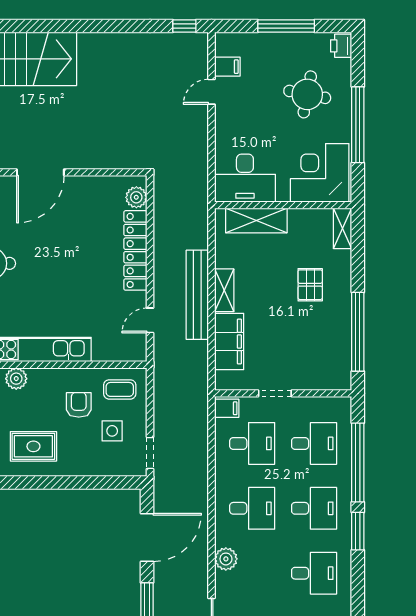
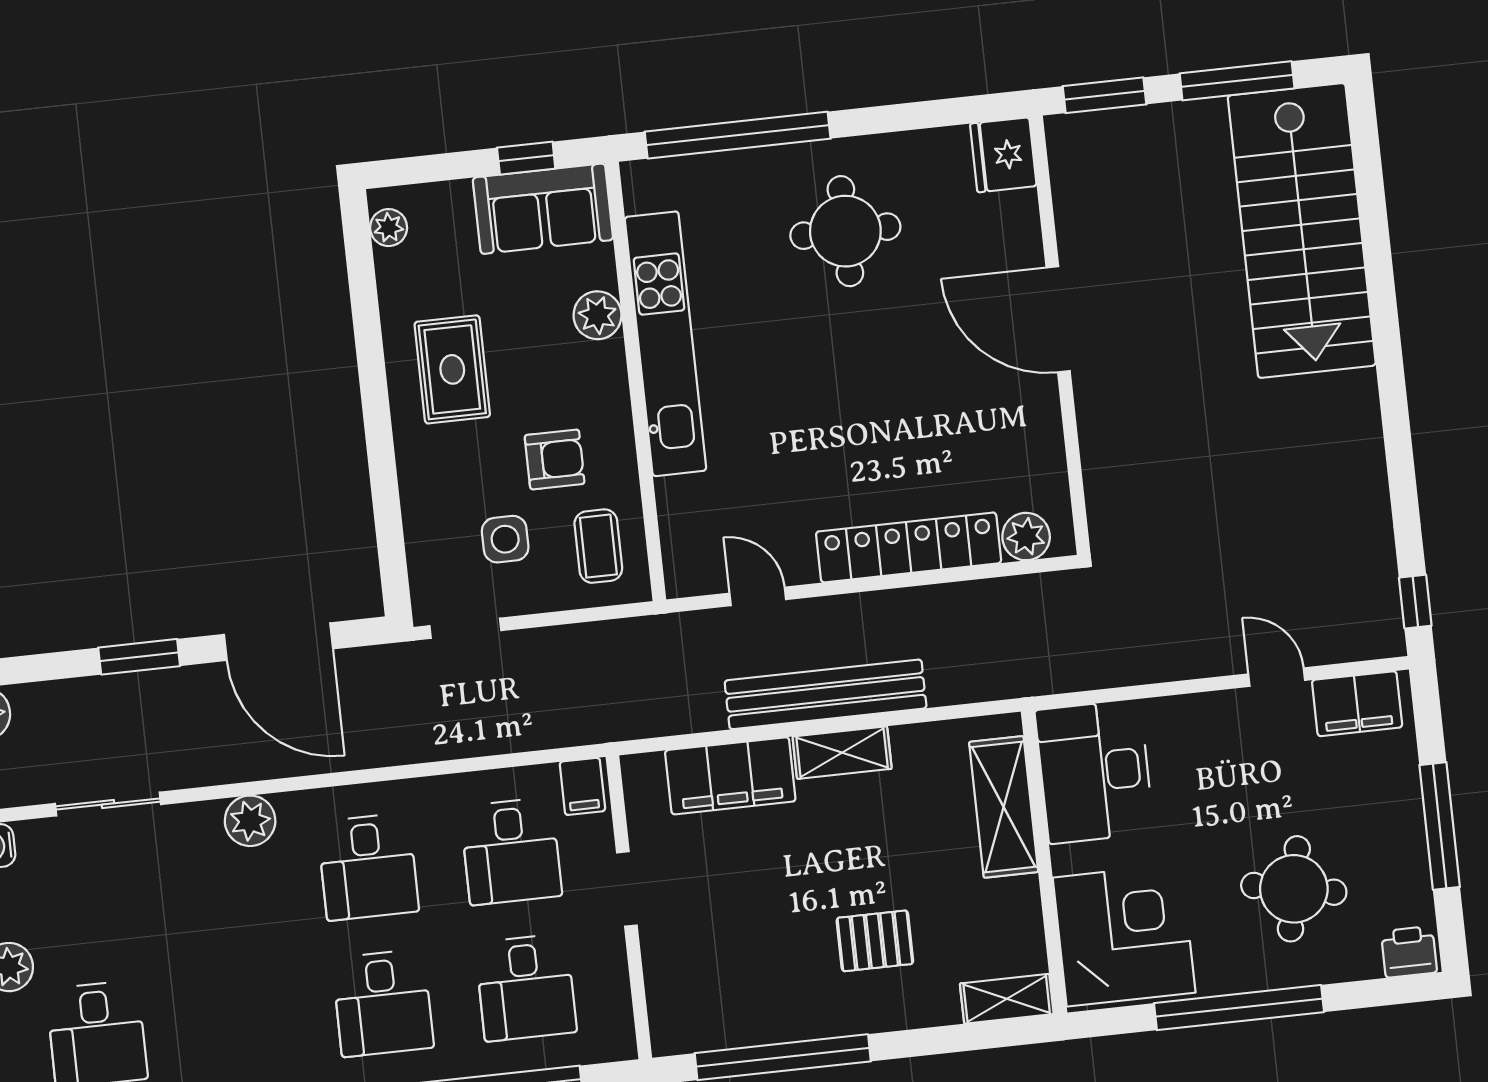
filing cabinet: (227, 67) -> (1357, 704), width x2.00
desk: (314, 573) -> (240, 1018), removed

